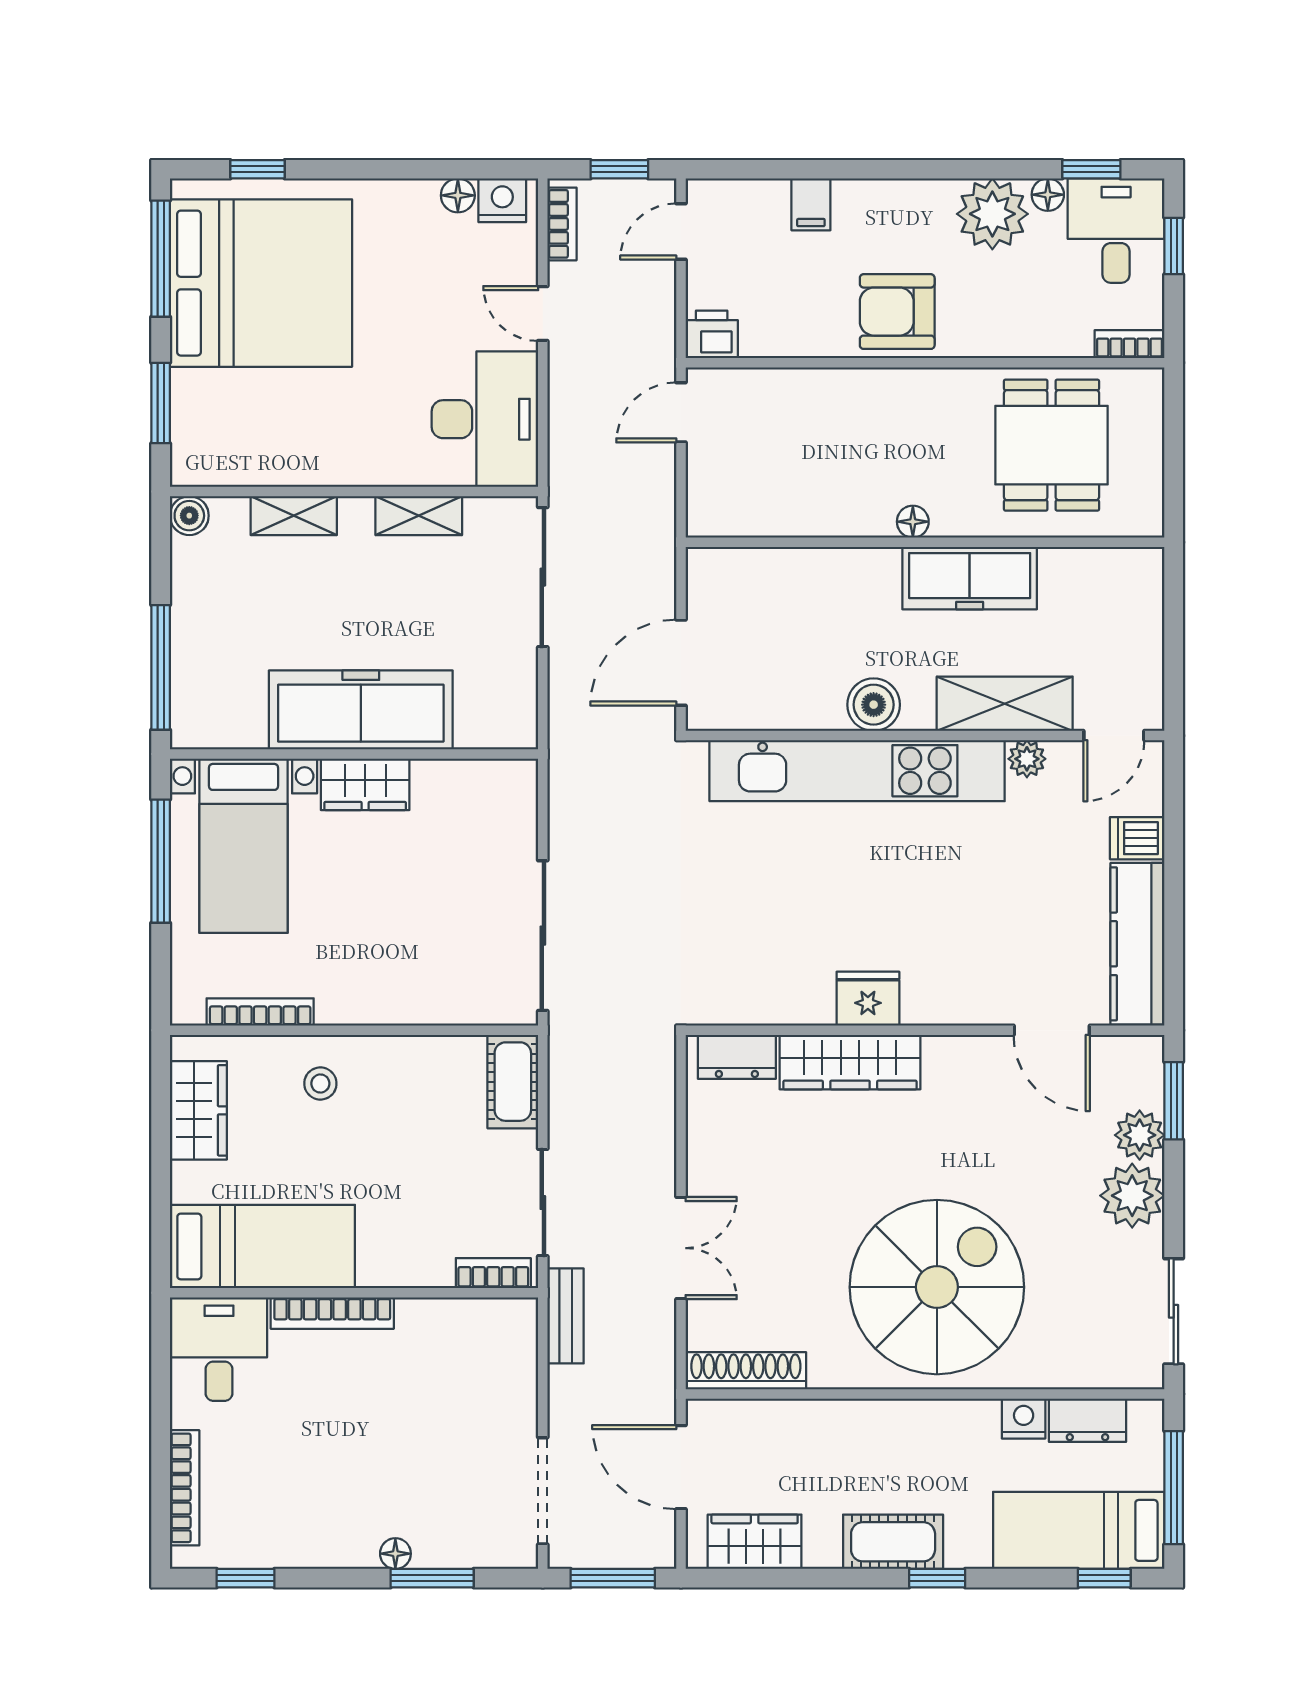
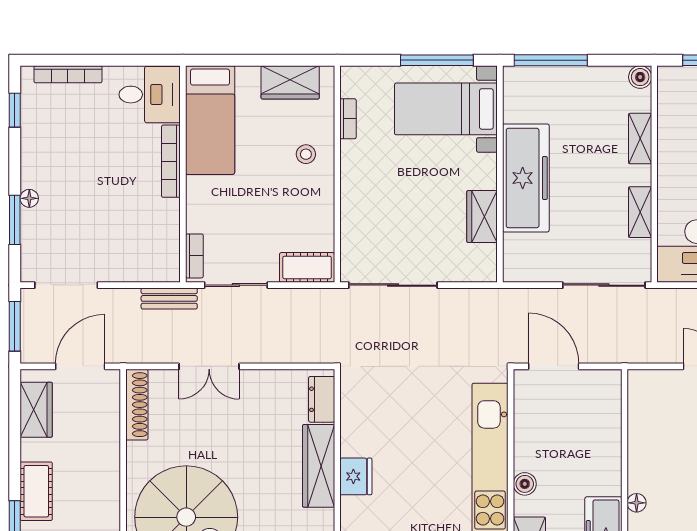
boiler: (874, 705) -> (525, 484), width x0.73, depth x0.73
wardrobe: (365, 784) -> (482, 217), moved
bookcase: (260, 1012) -> (348, 119), width x0.64

